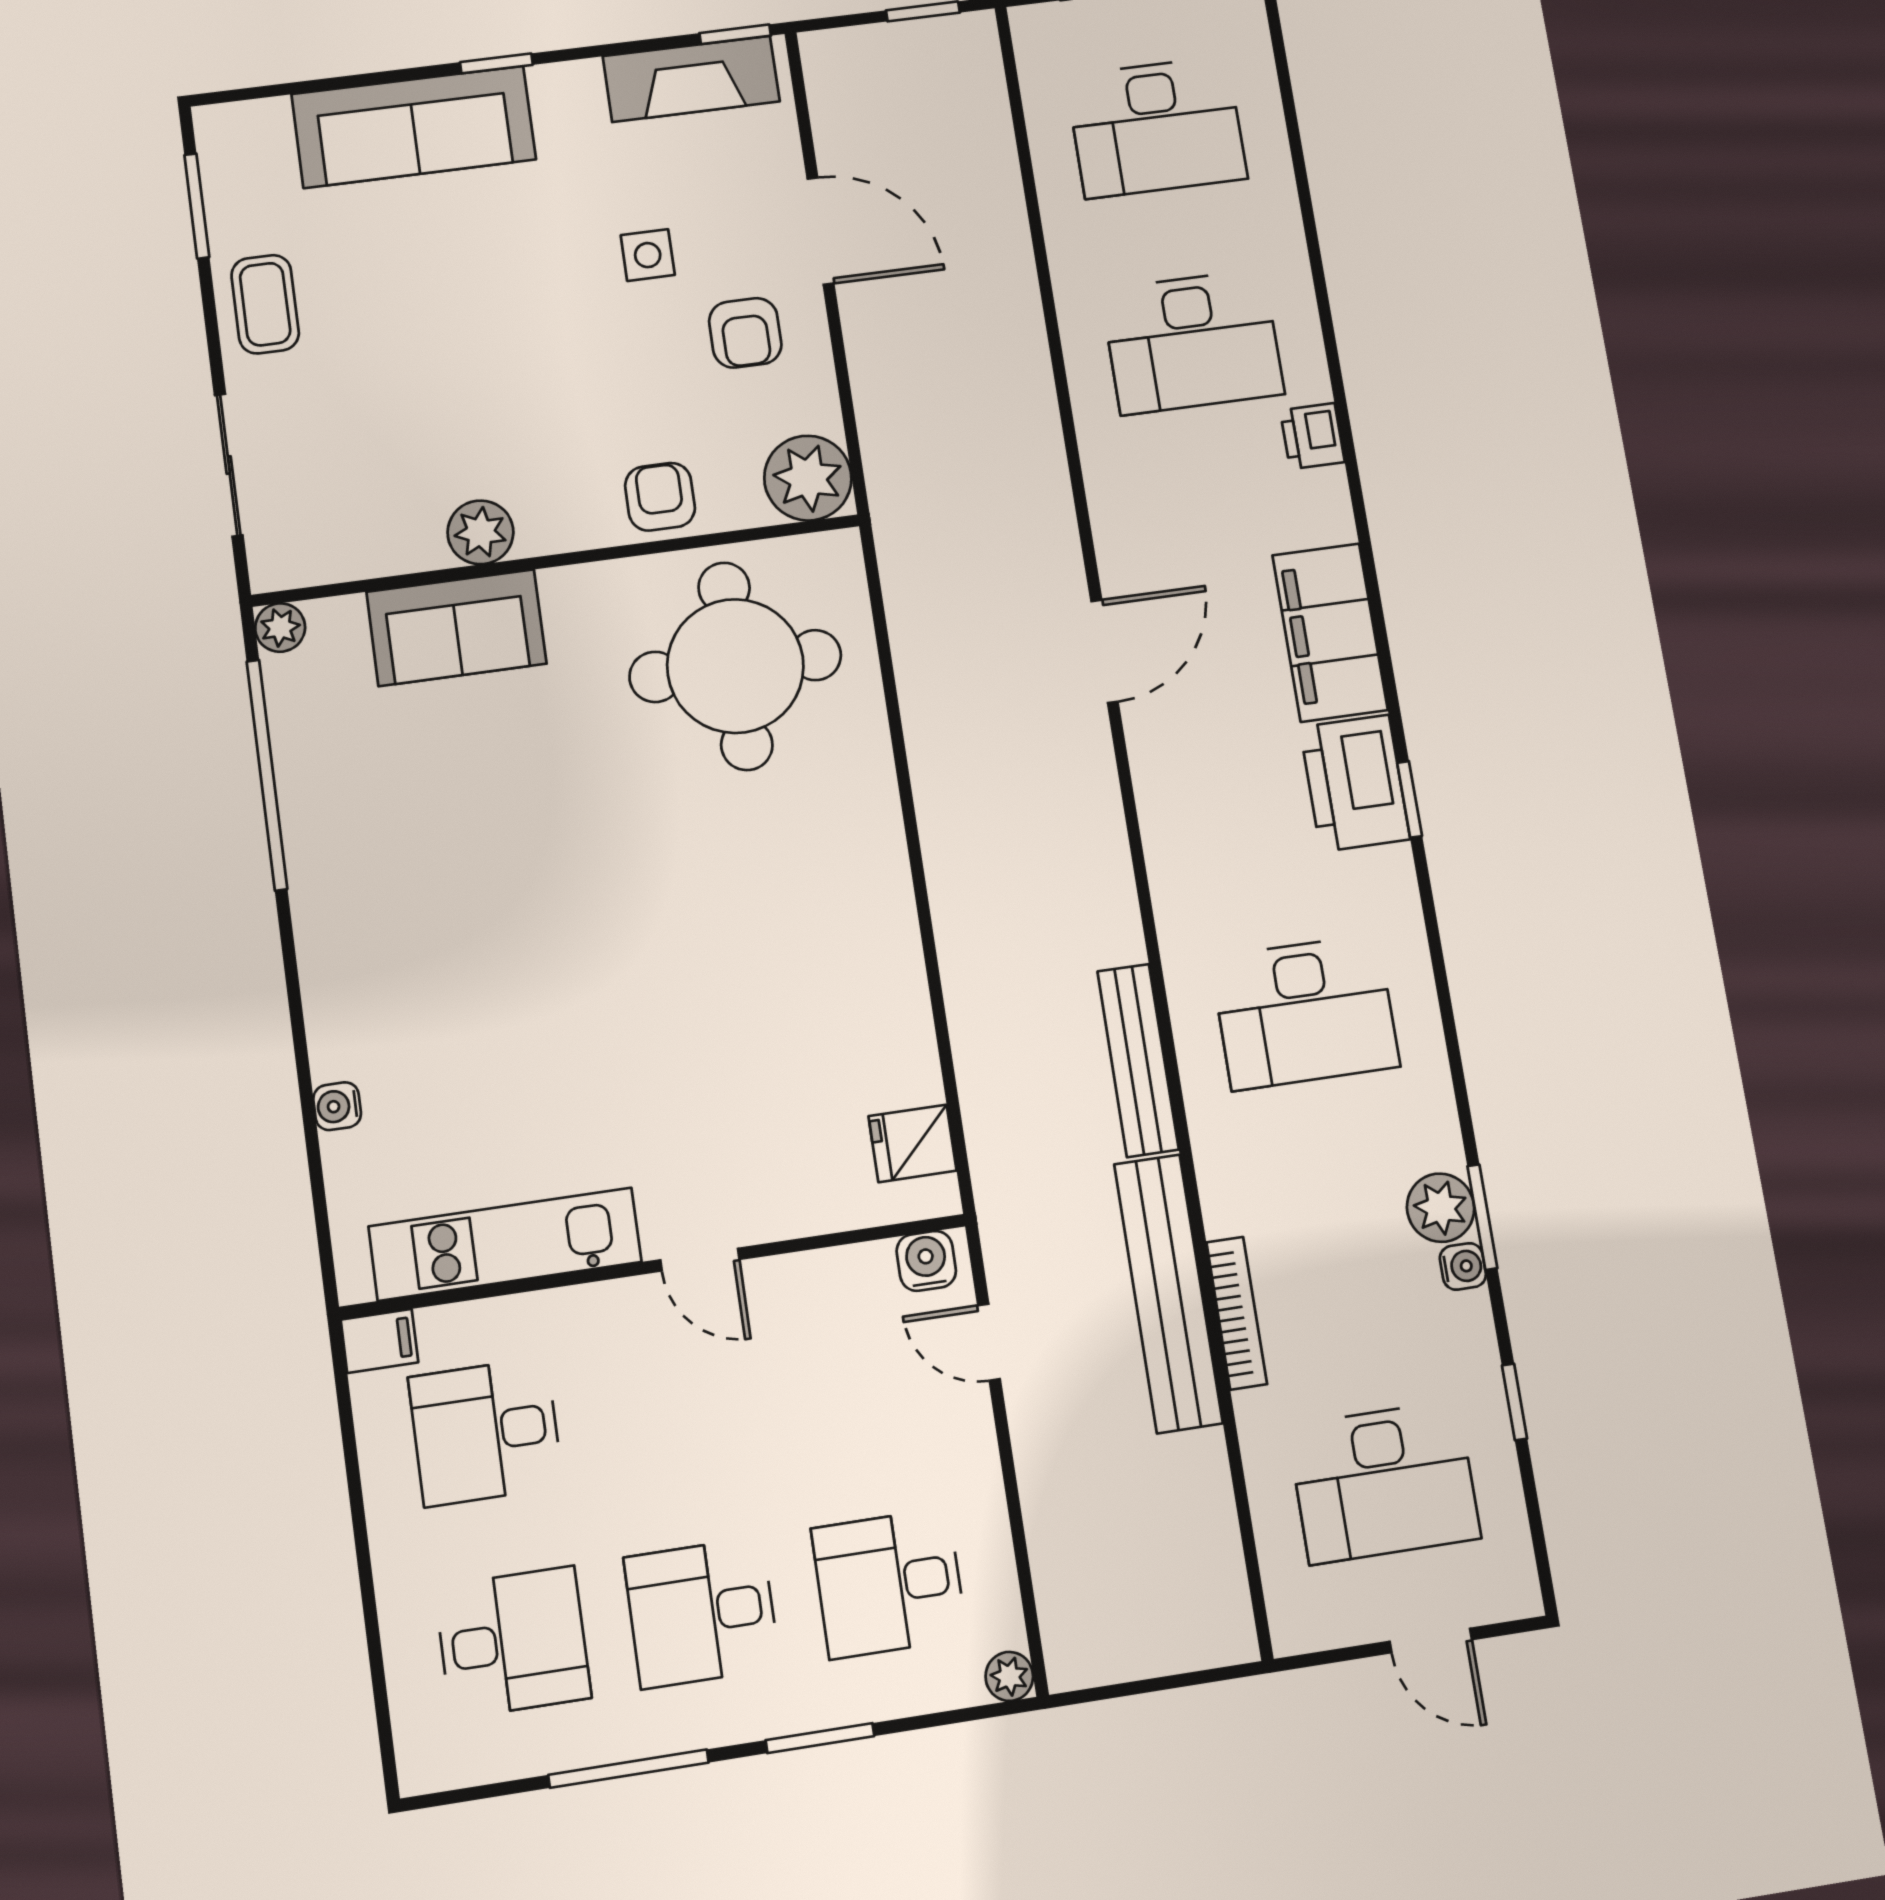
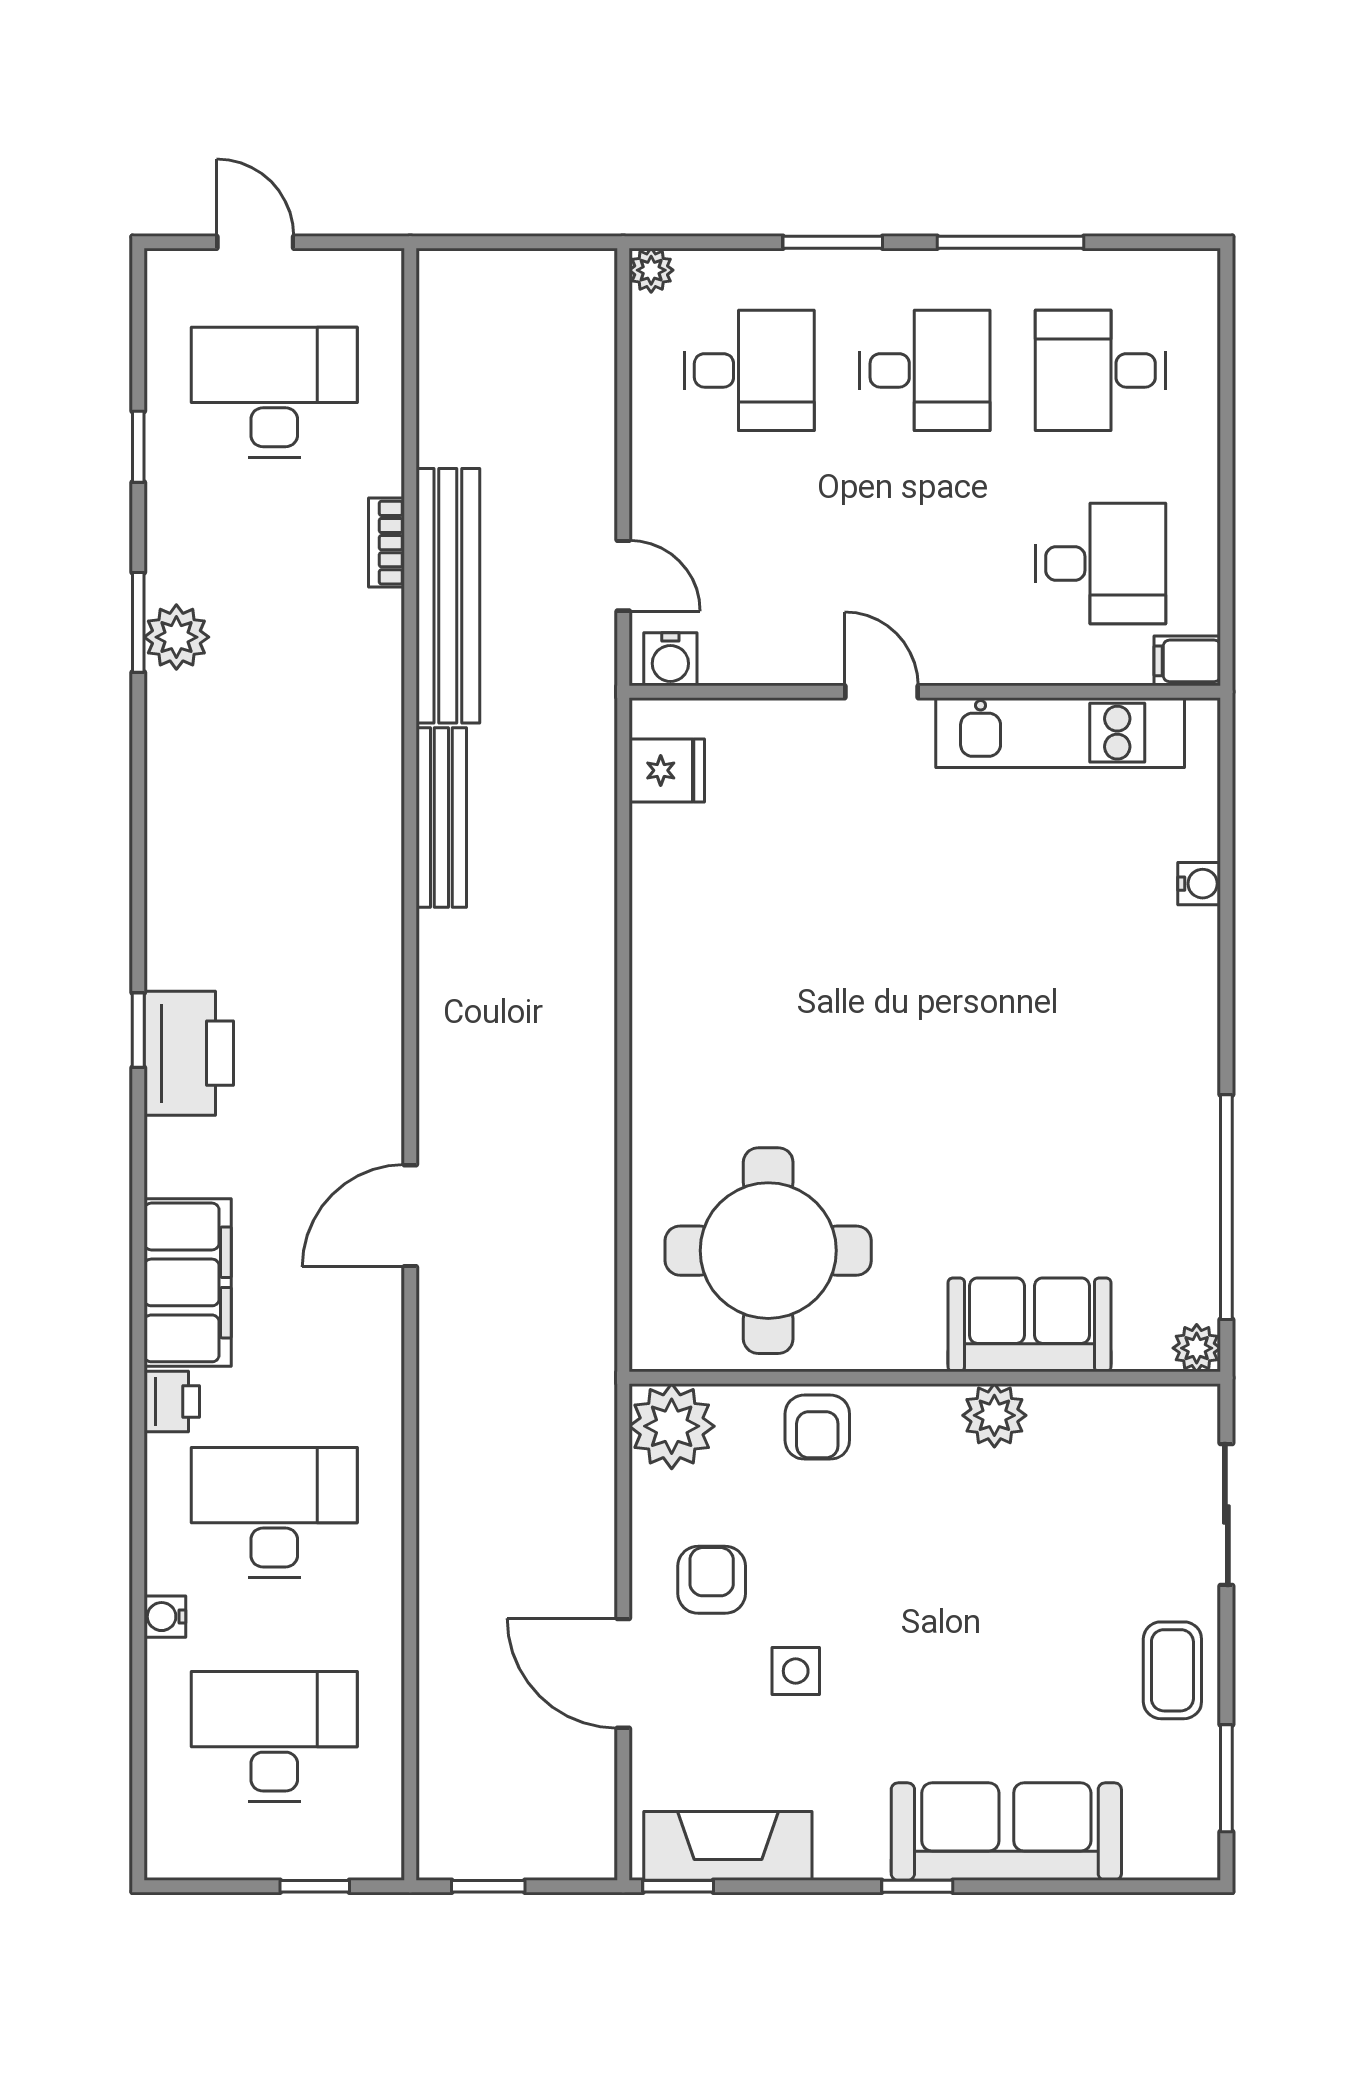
filing cabinet: (1330, 632) -> (188, 1282), moved
desk: (1305, 1012) -> (274, 840), removed
water cooler: (1463, 1266) -> (165, 1617), moved
bookcase: (1237, 1313) -> (387, 543), width x0.64

